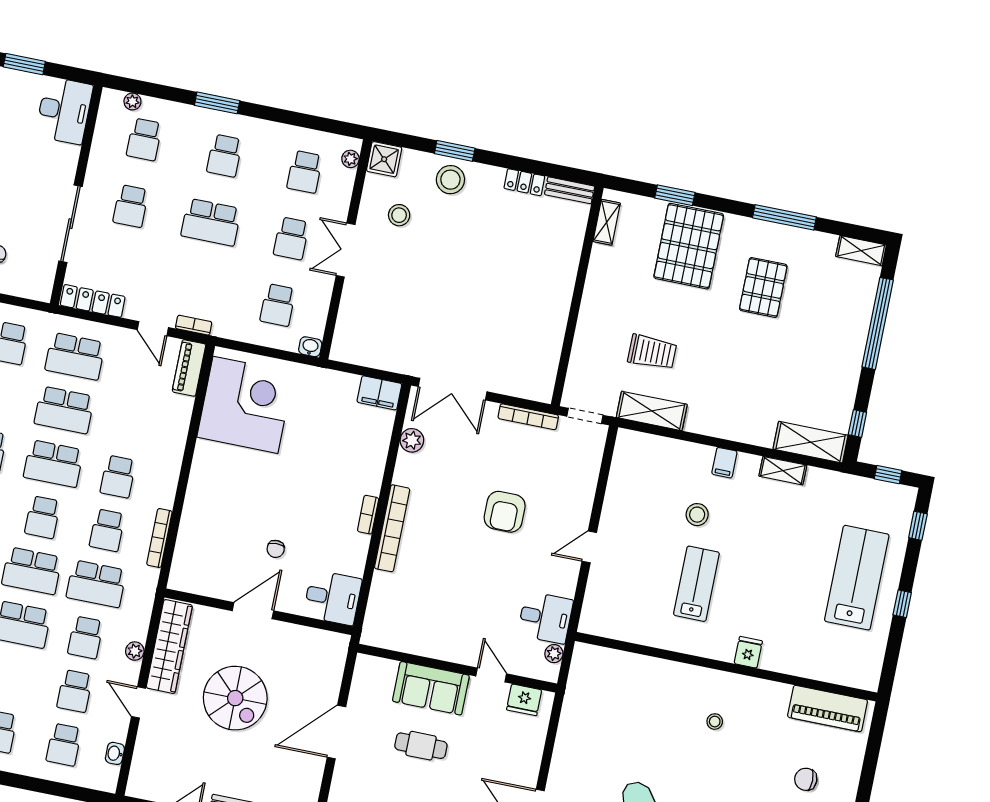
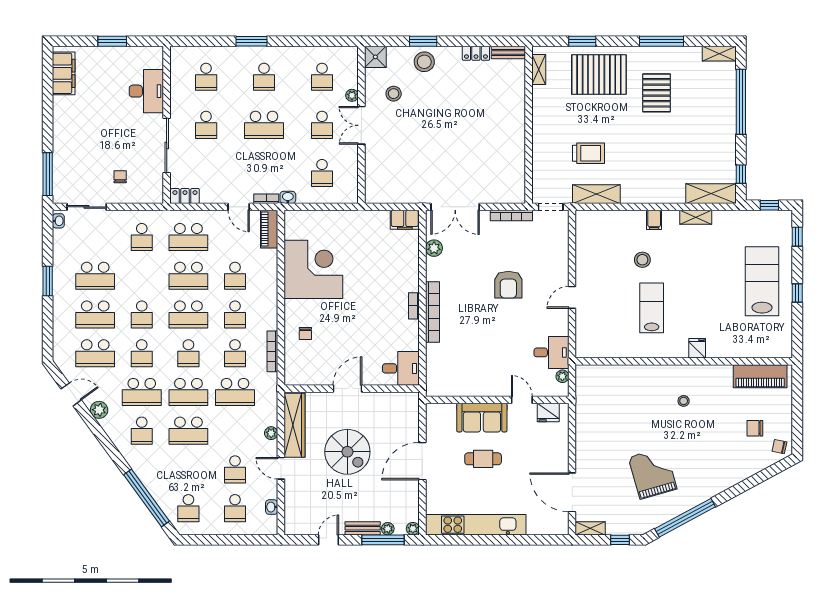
plant: (132, 102) -> (193, 52), removed
desk: (64, 110) -> (146, 91), moved
plant: (350, 159) -> (352, 95), moved
pallet: (689, 246) -> (599, 75), turned 90
locker: (93, 301) -> (185, 196), width x0.66
washbasin: (310, 347) -> (288, 197), moved
corner desk: (245, 405) -> (313, 269), moved
chair: (276, 549) -> (305, 333), moved
school desk: (85, 637) -> (235, 276), moved

